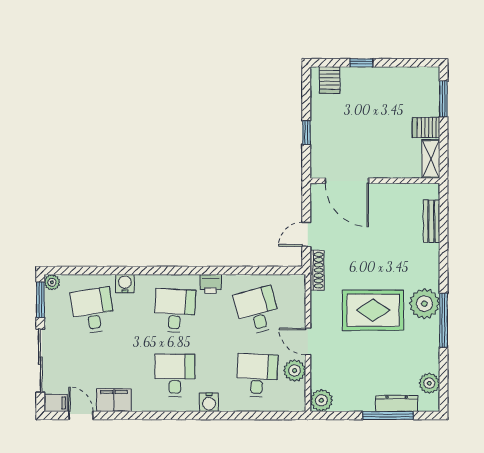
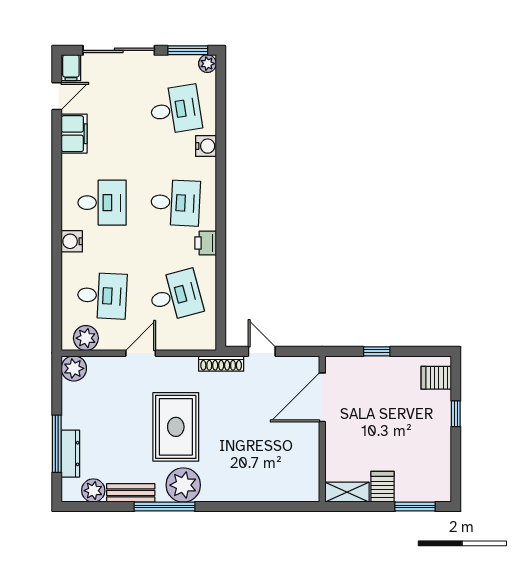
bench: (431, 221) -> (131, 493), moved
plant: (295, 370) -> (86, 338), moved

